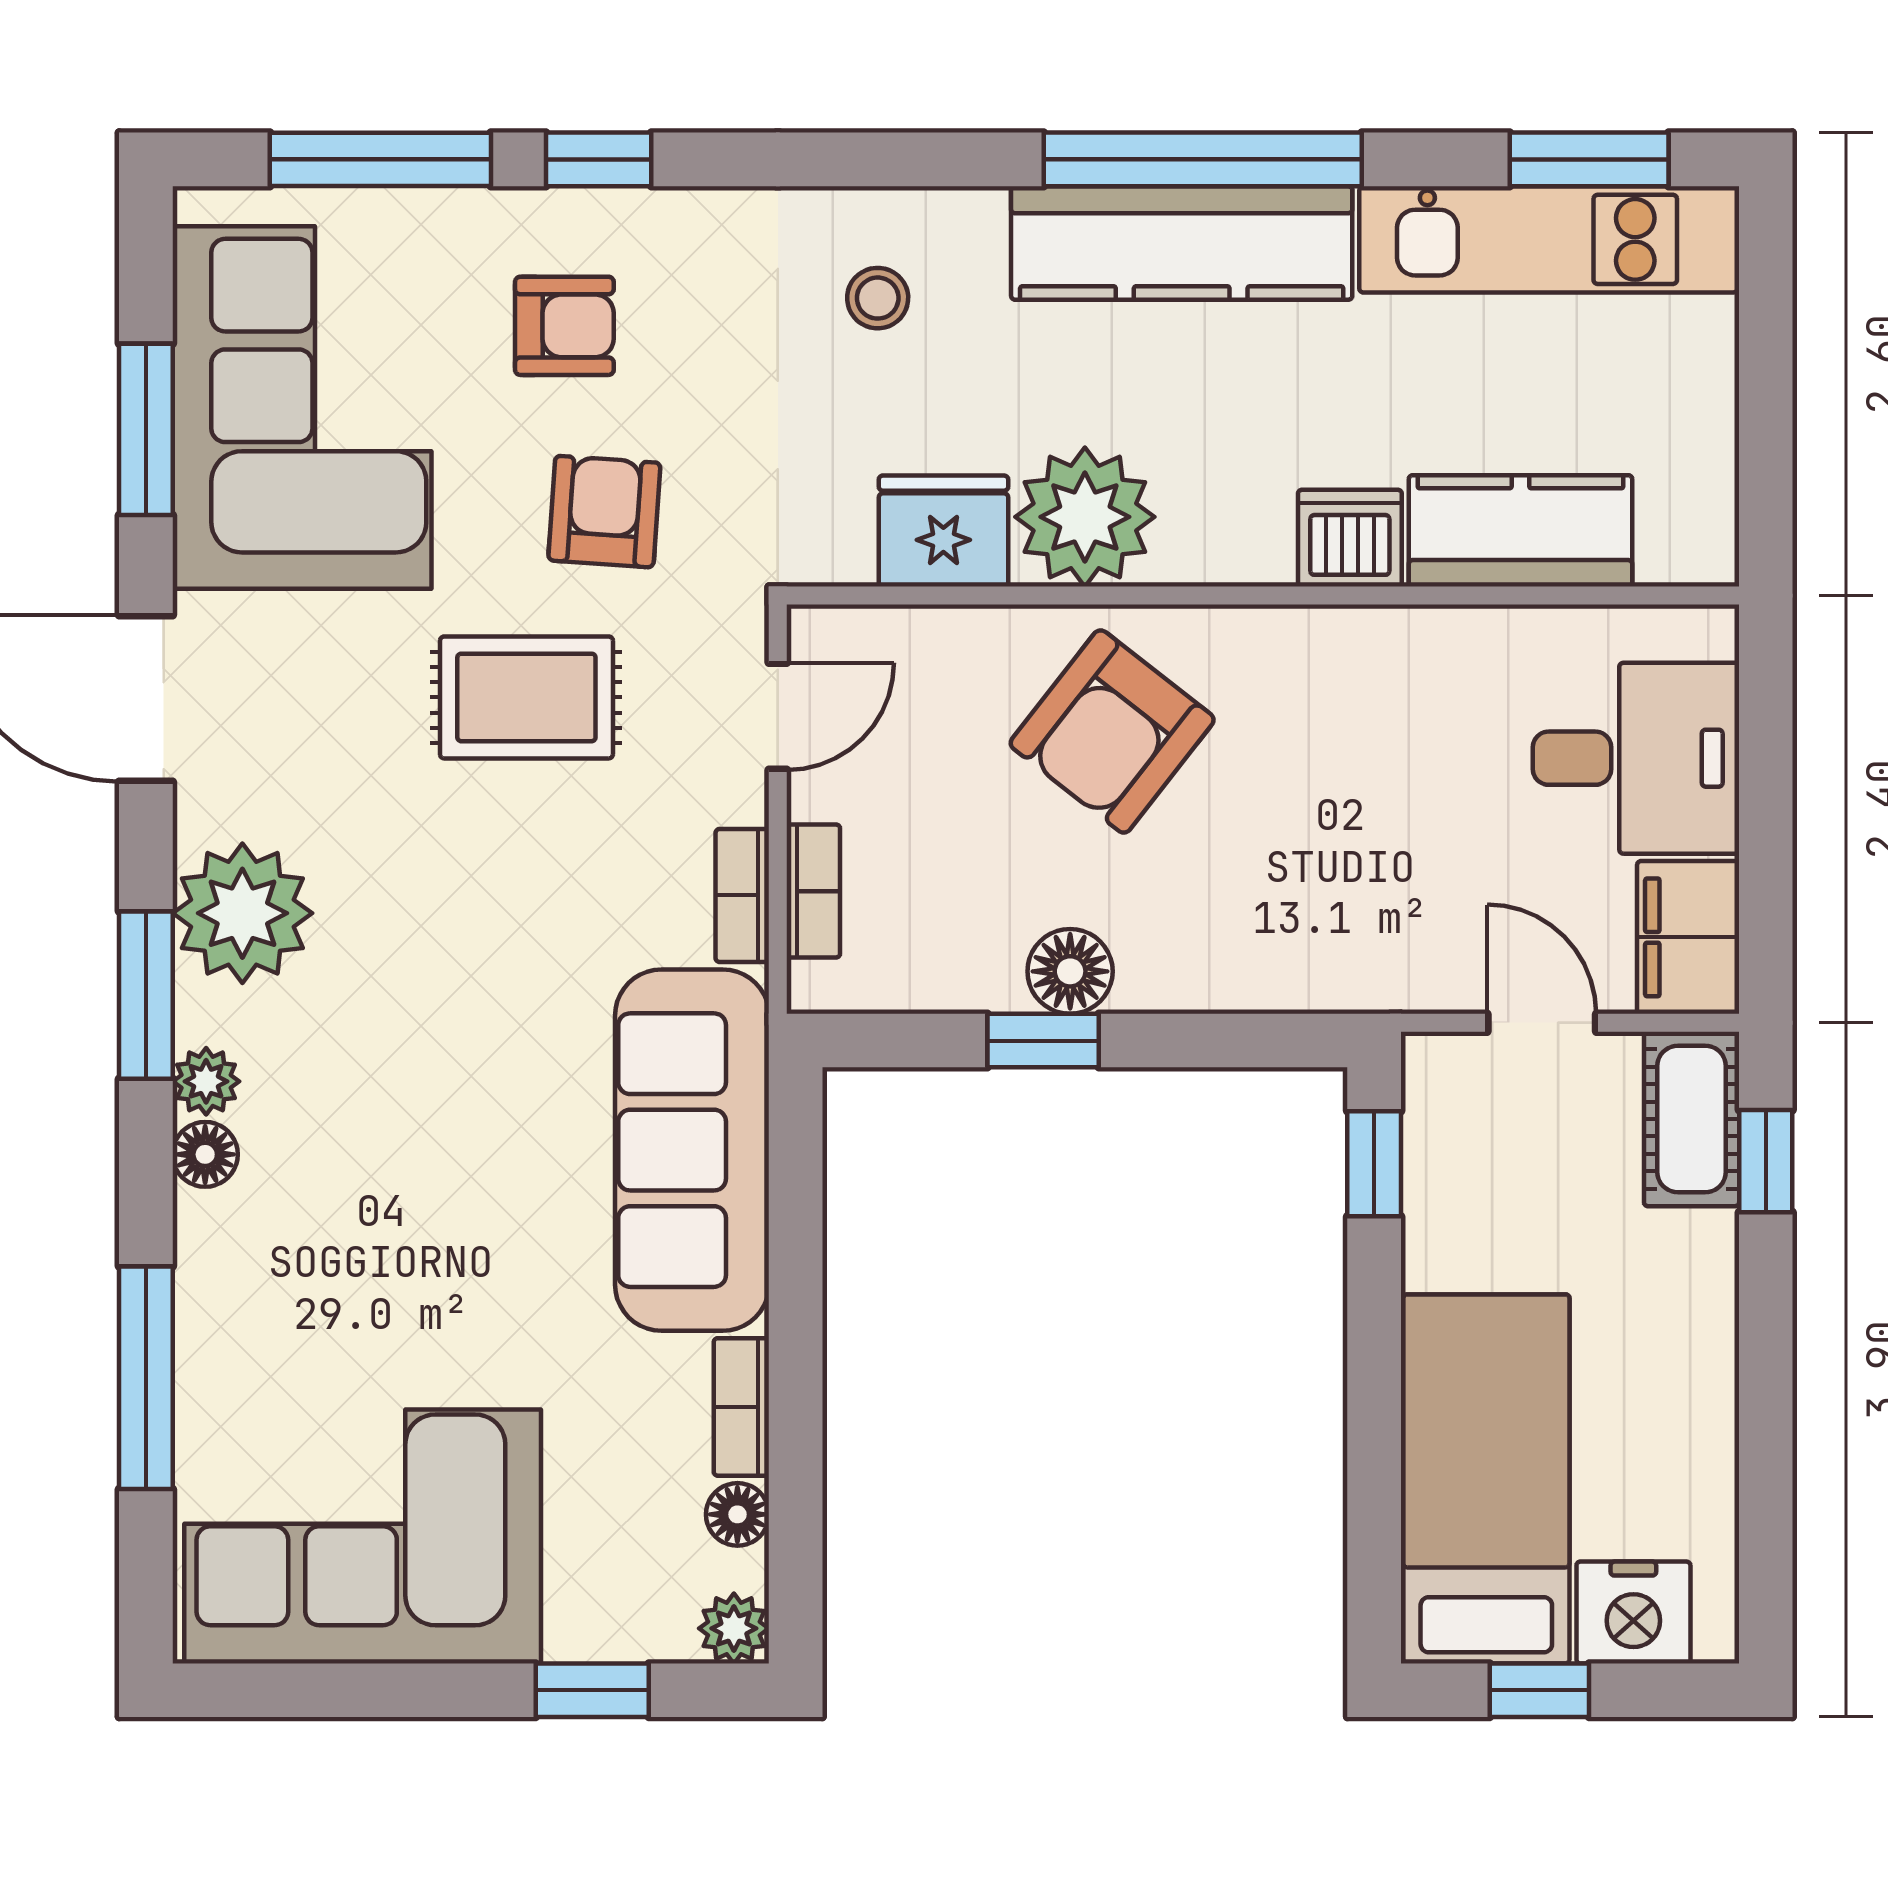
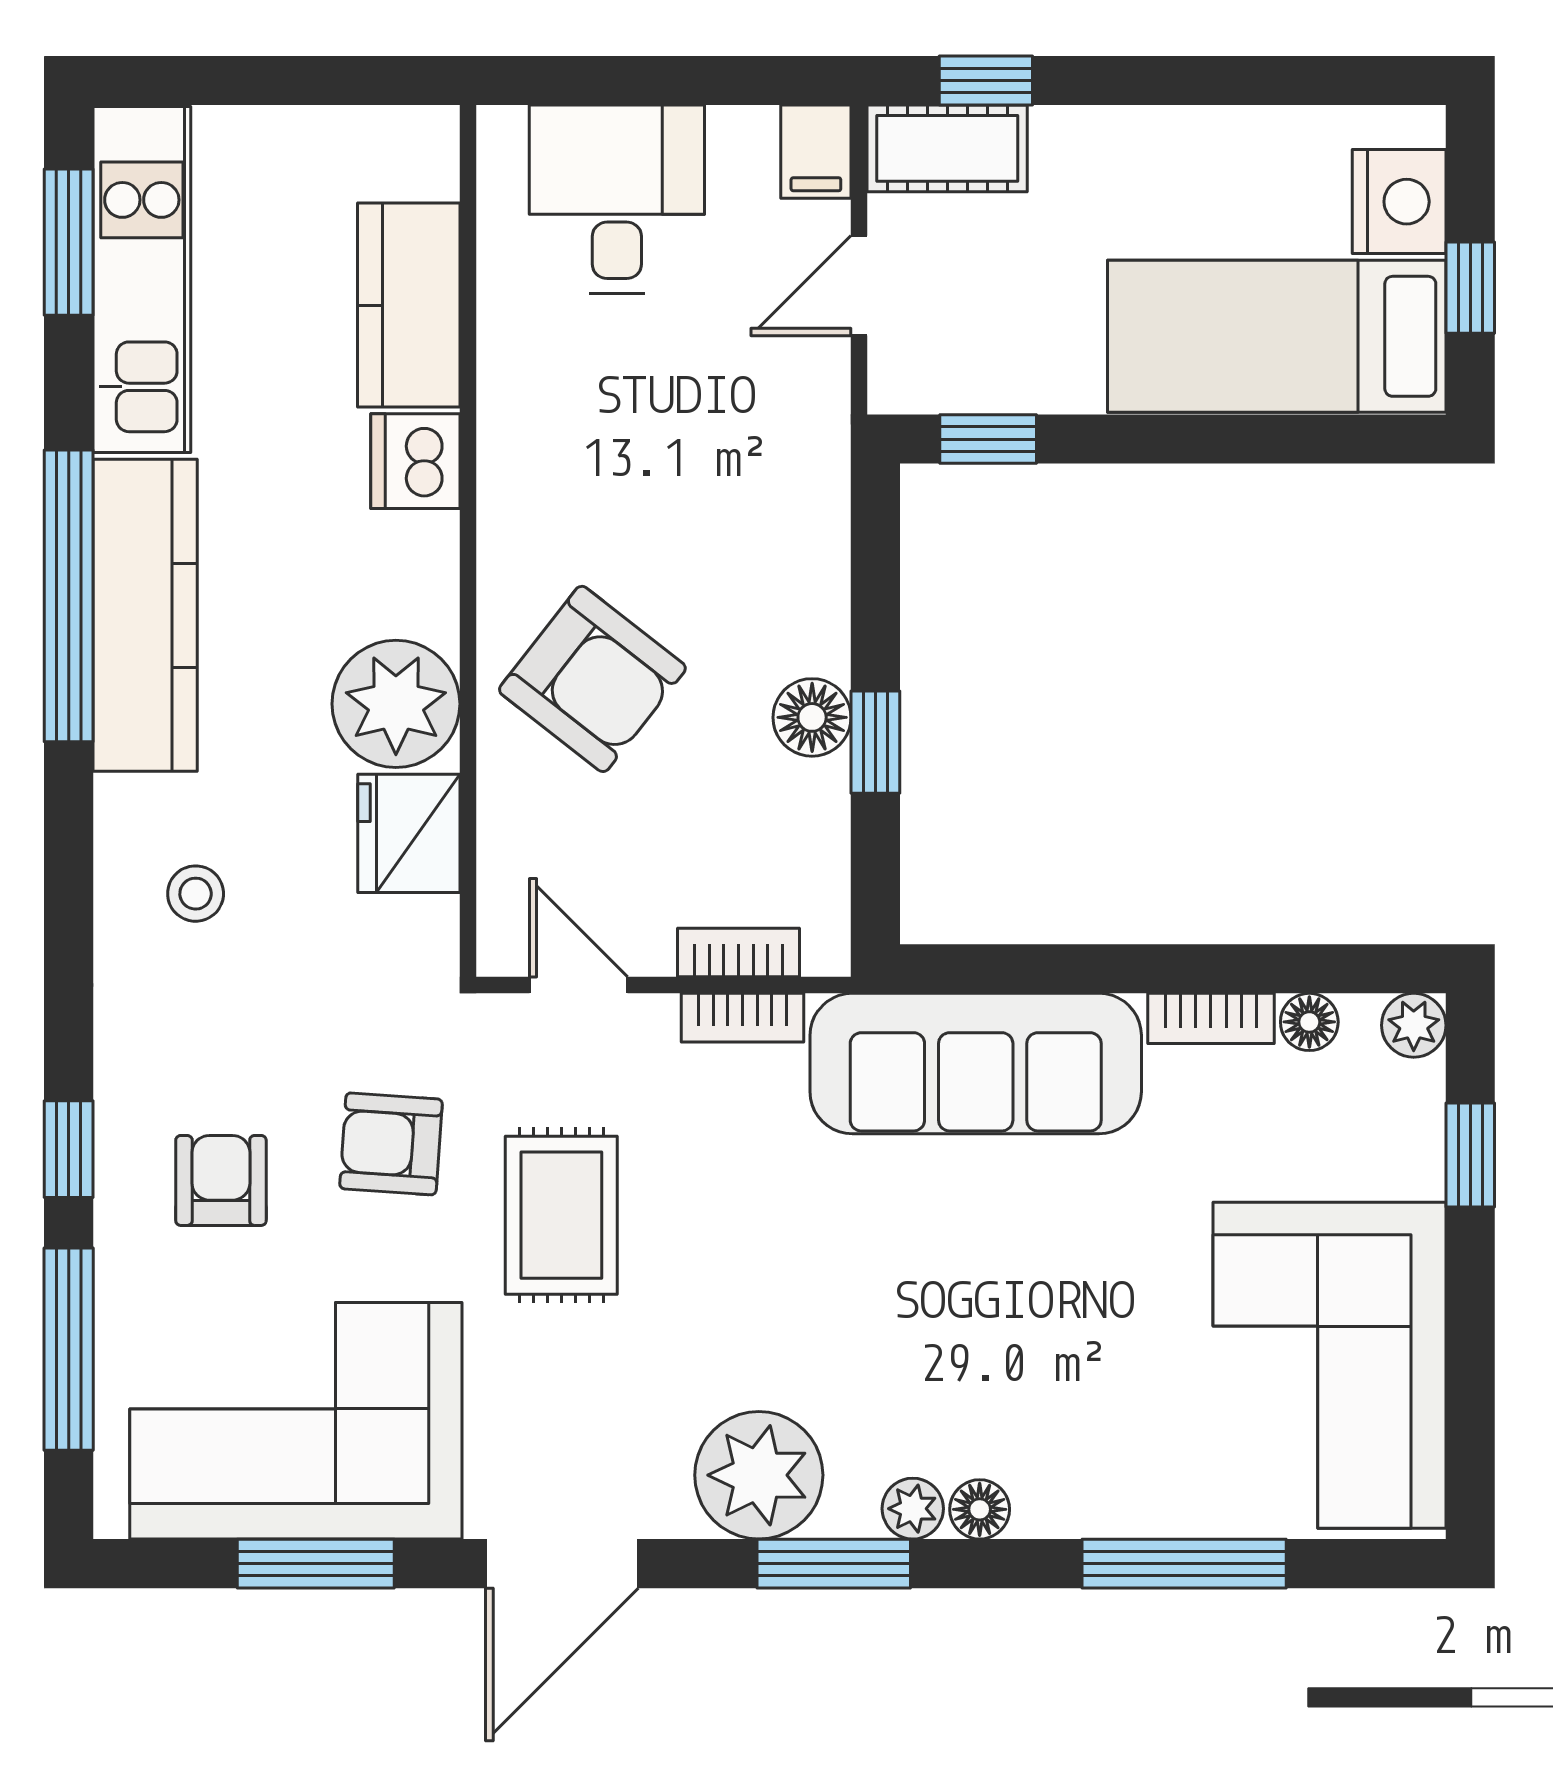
filing cabinet: (1688, 937) -> (816, 152), width x0.50

